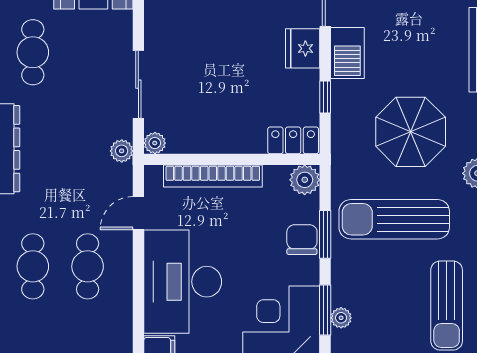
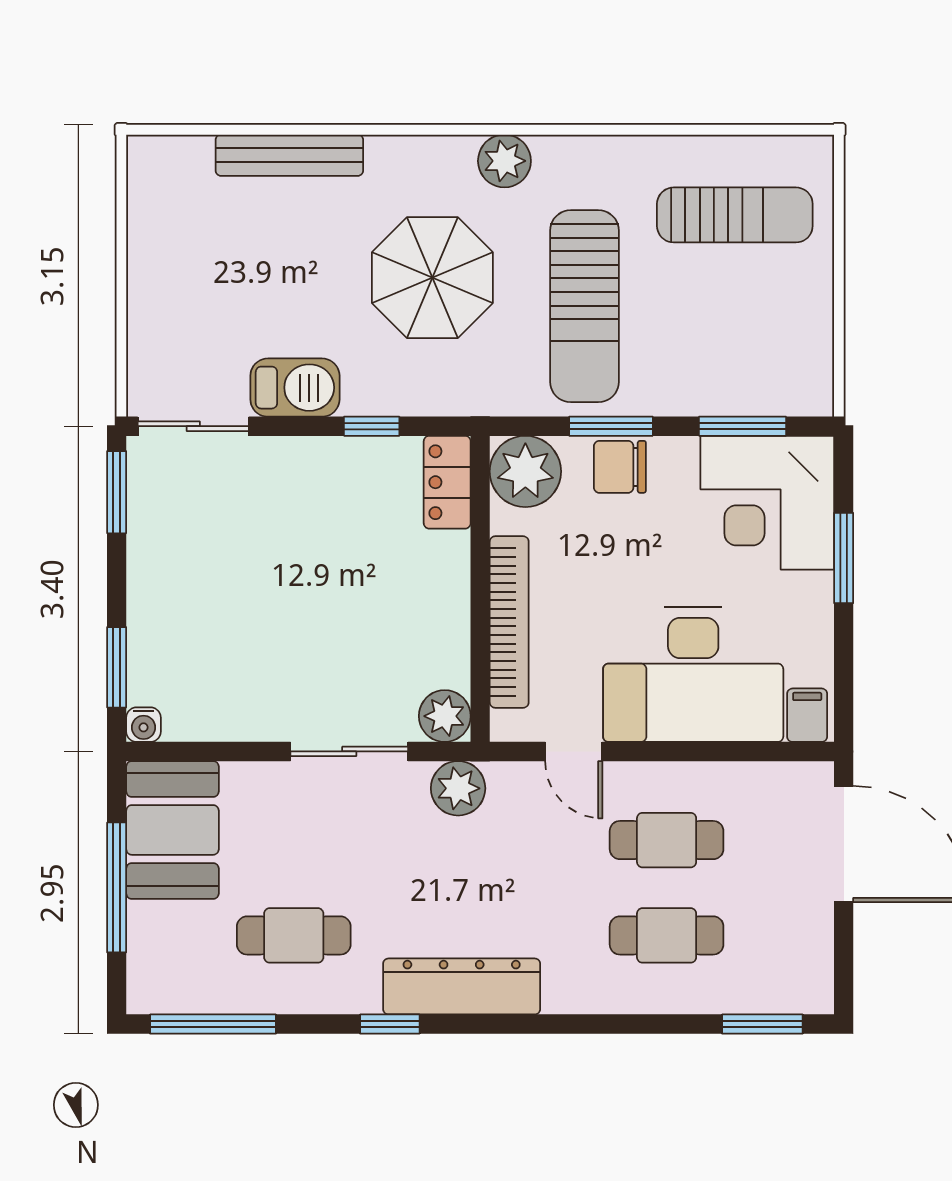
fridge: (303, 48) -> (287, 465), removed
plant: (155, 143) -> (445, 716), width x1.38, depth x1.38
plant: (122, 151) -> (458, 788), width x1.38, depth x1.38
plant: (305, 180) -> (525, 471), width x1.36, depth x1.36
plant: (341, 318) -> (756, 399), removed

